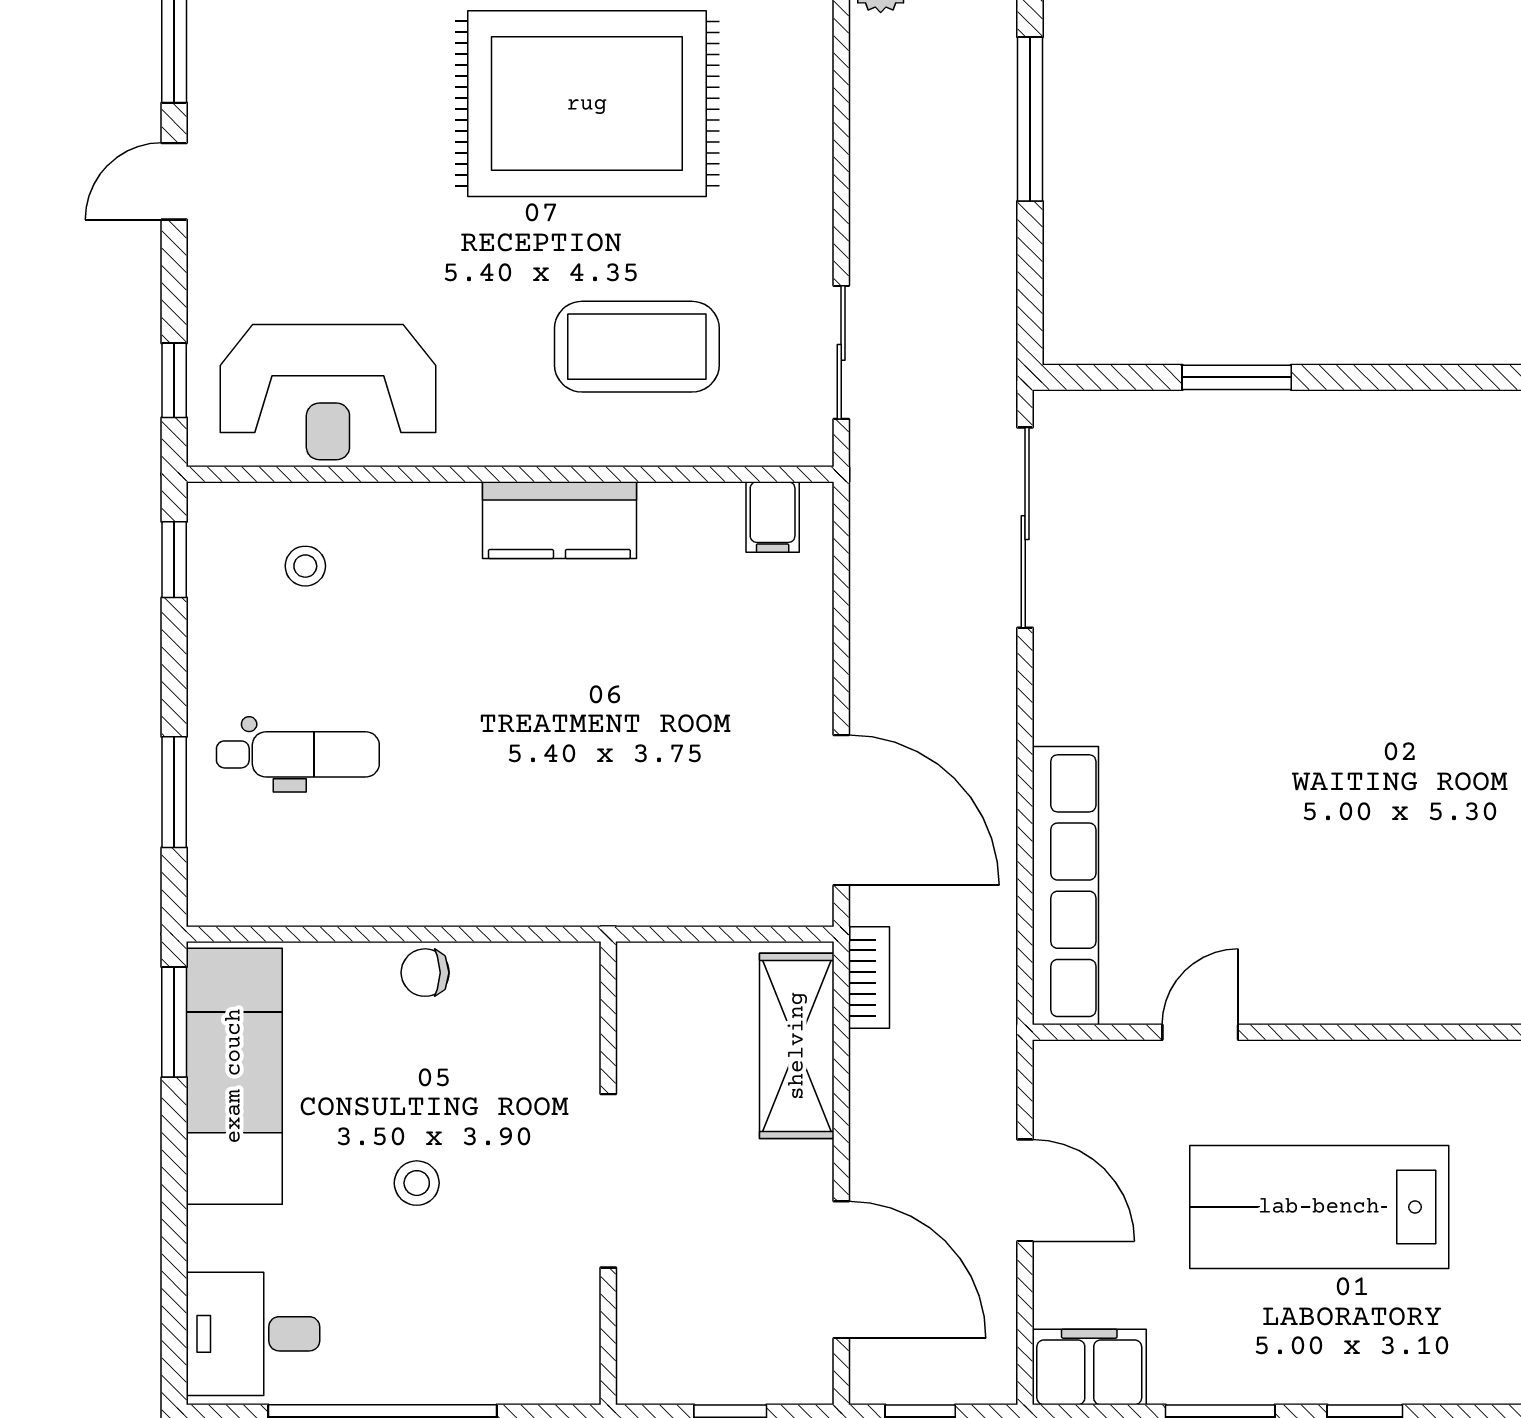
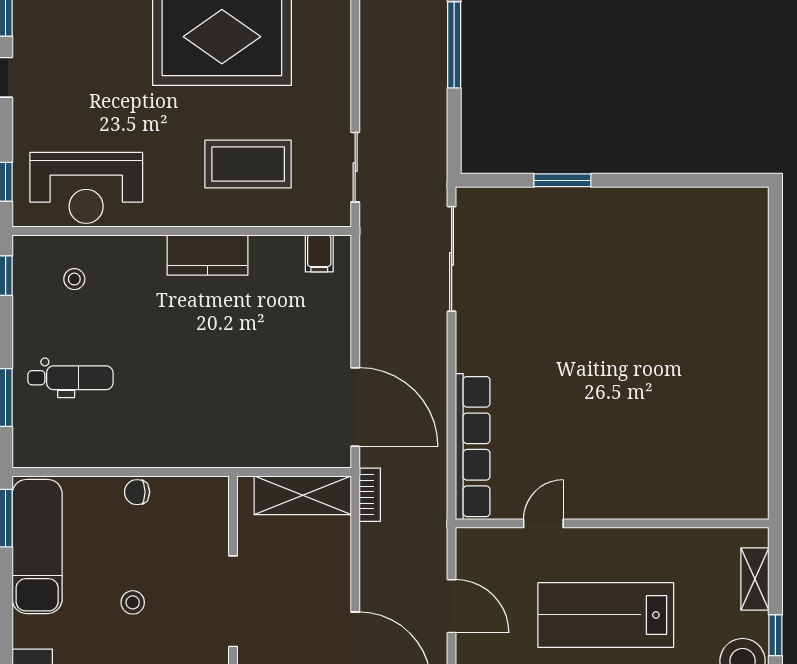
shelving: (797, 1046) -> (303, 495), moved, turned 90

